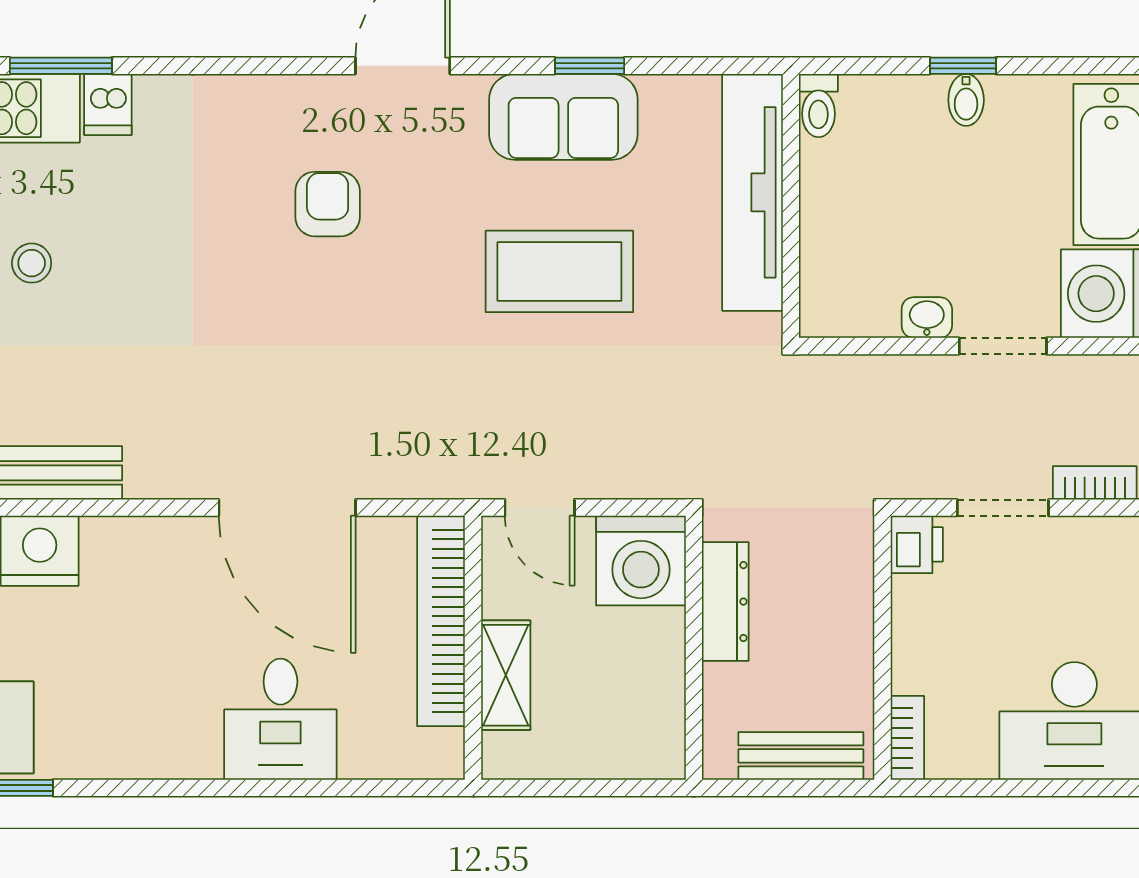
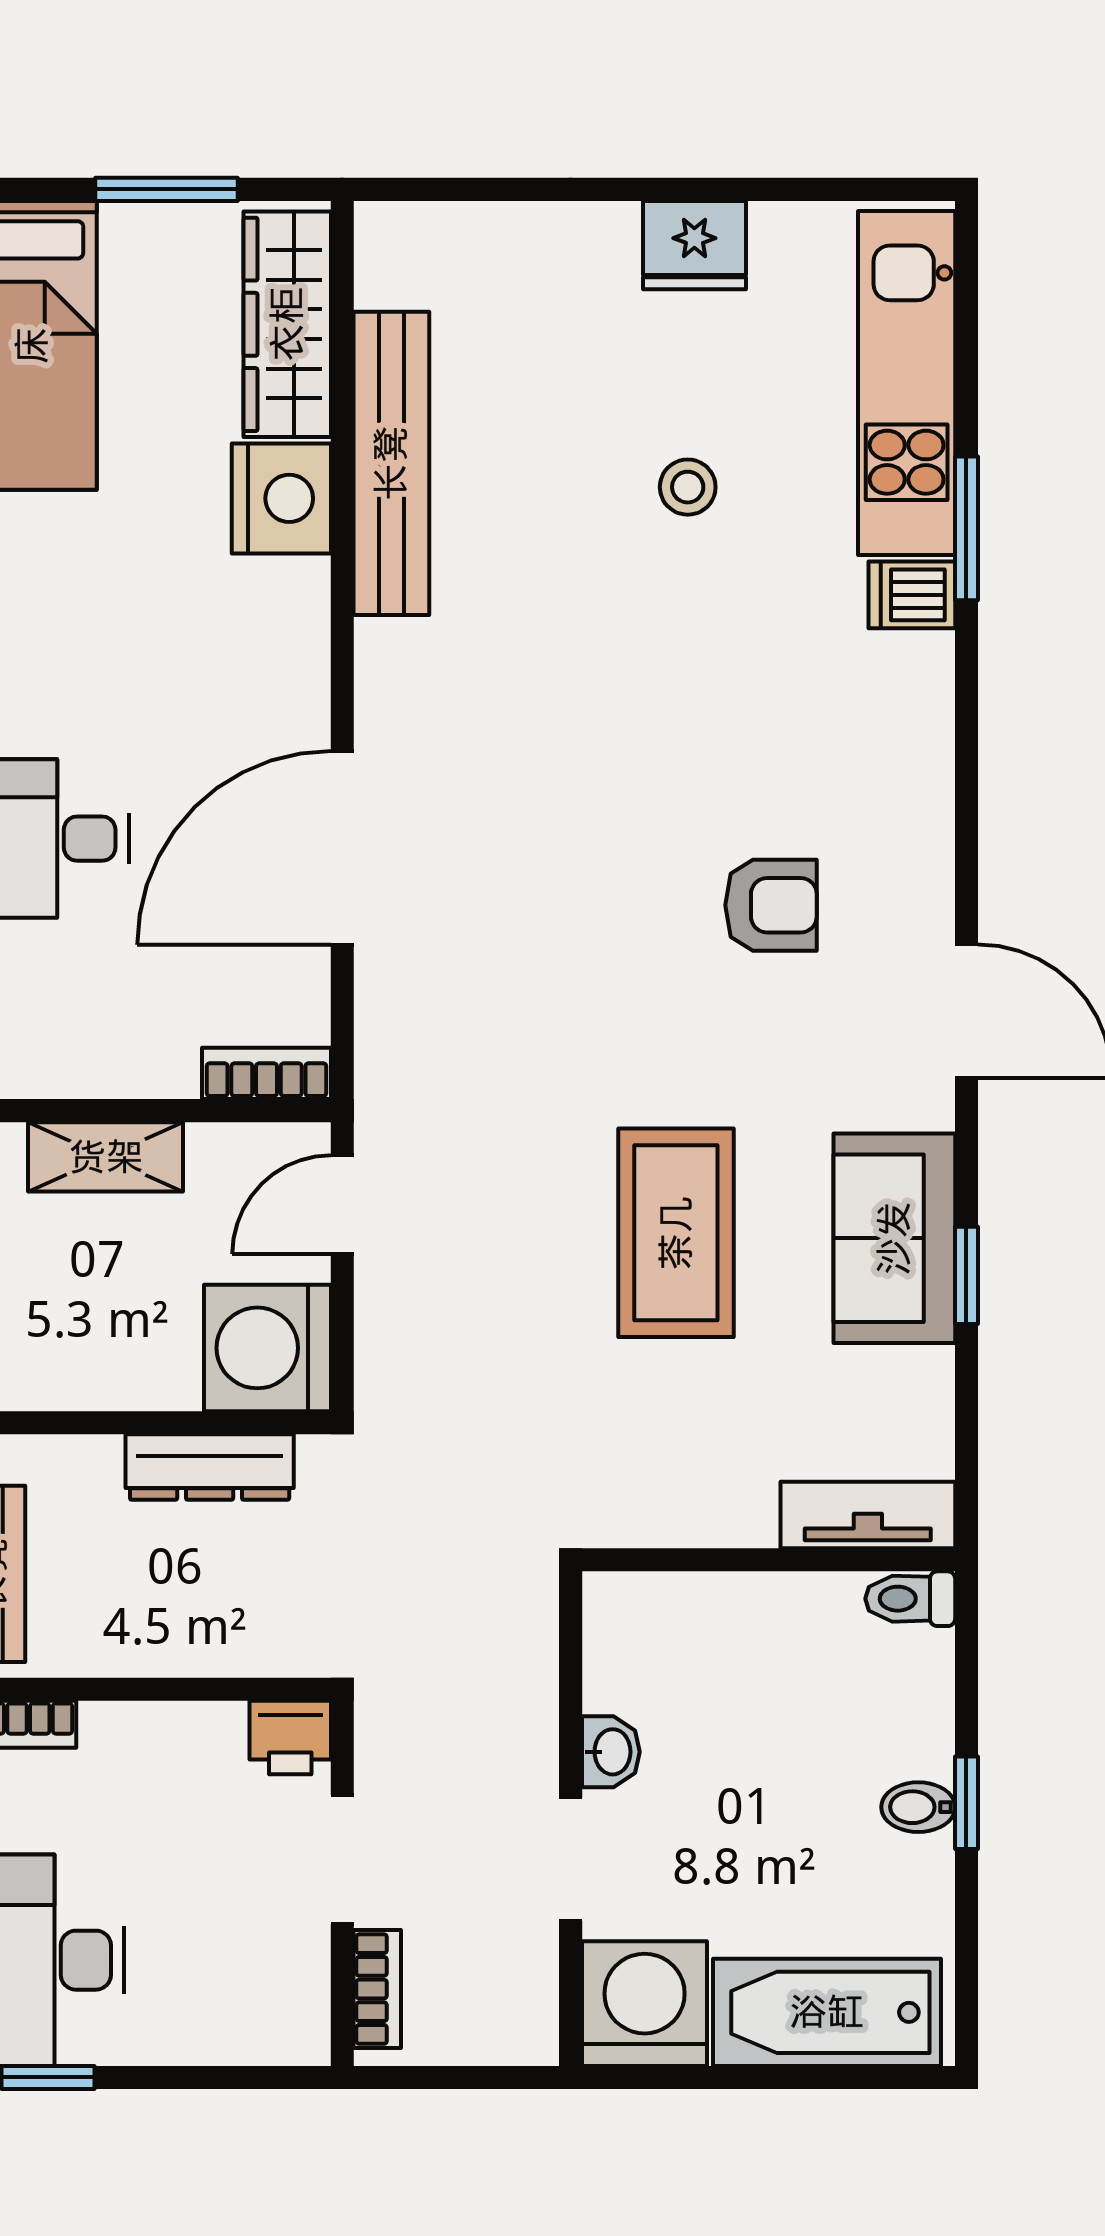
tv unit: (752, 192) -> (868, 1515), width x0.52, depth x0.78
bookcase: (441, 621) -> (267, 1073), width x0.43, depth x0.76

